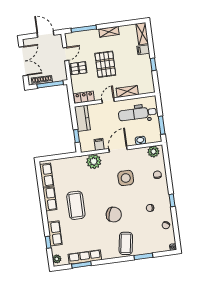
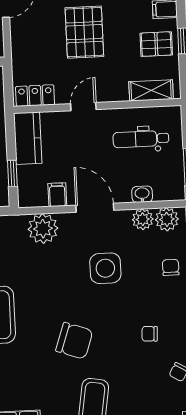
pallet: (79, 68) -> (156, 44), moved
shelving: (127, 91) -> (151, 90), moved
dental chair: (137, 114) -> (141, 139), width x0.73, depth x0.72
door: (118, 149) -> (95, 208), hinge flipped
plant: (142, 153) -> (143, 219), added

